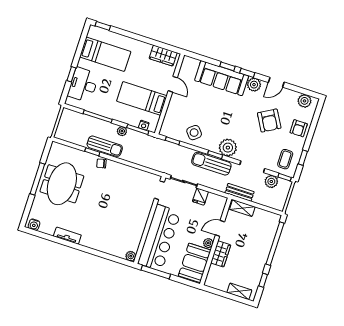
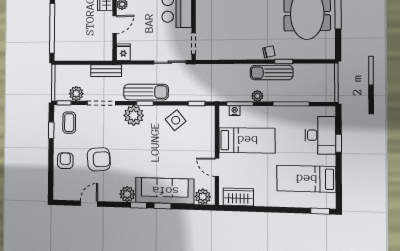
door: (276, 82) -> (89, 204), moved
plant: (304, 101) -> (203, 197), moved
armchair: (269, 121) -> (99, 159), turned 116
fridge: (200, 197) -> (123, 52), moved
shelving: (242, 208) -> (98, 55), removed

